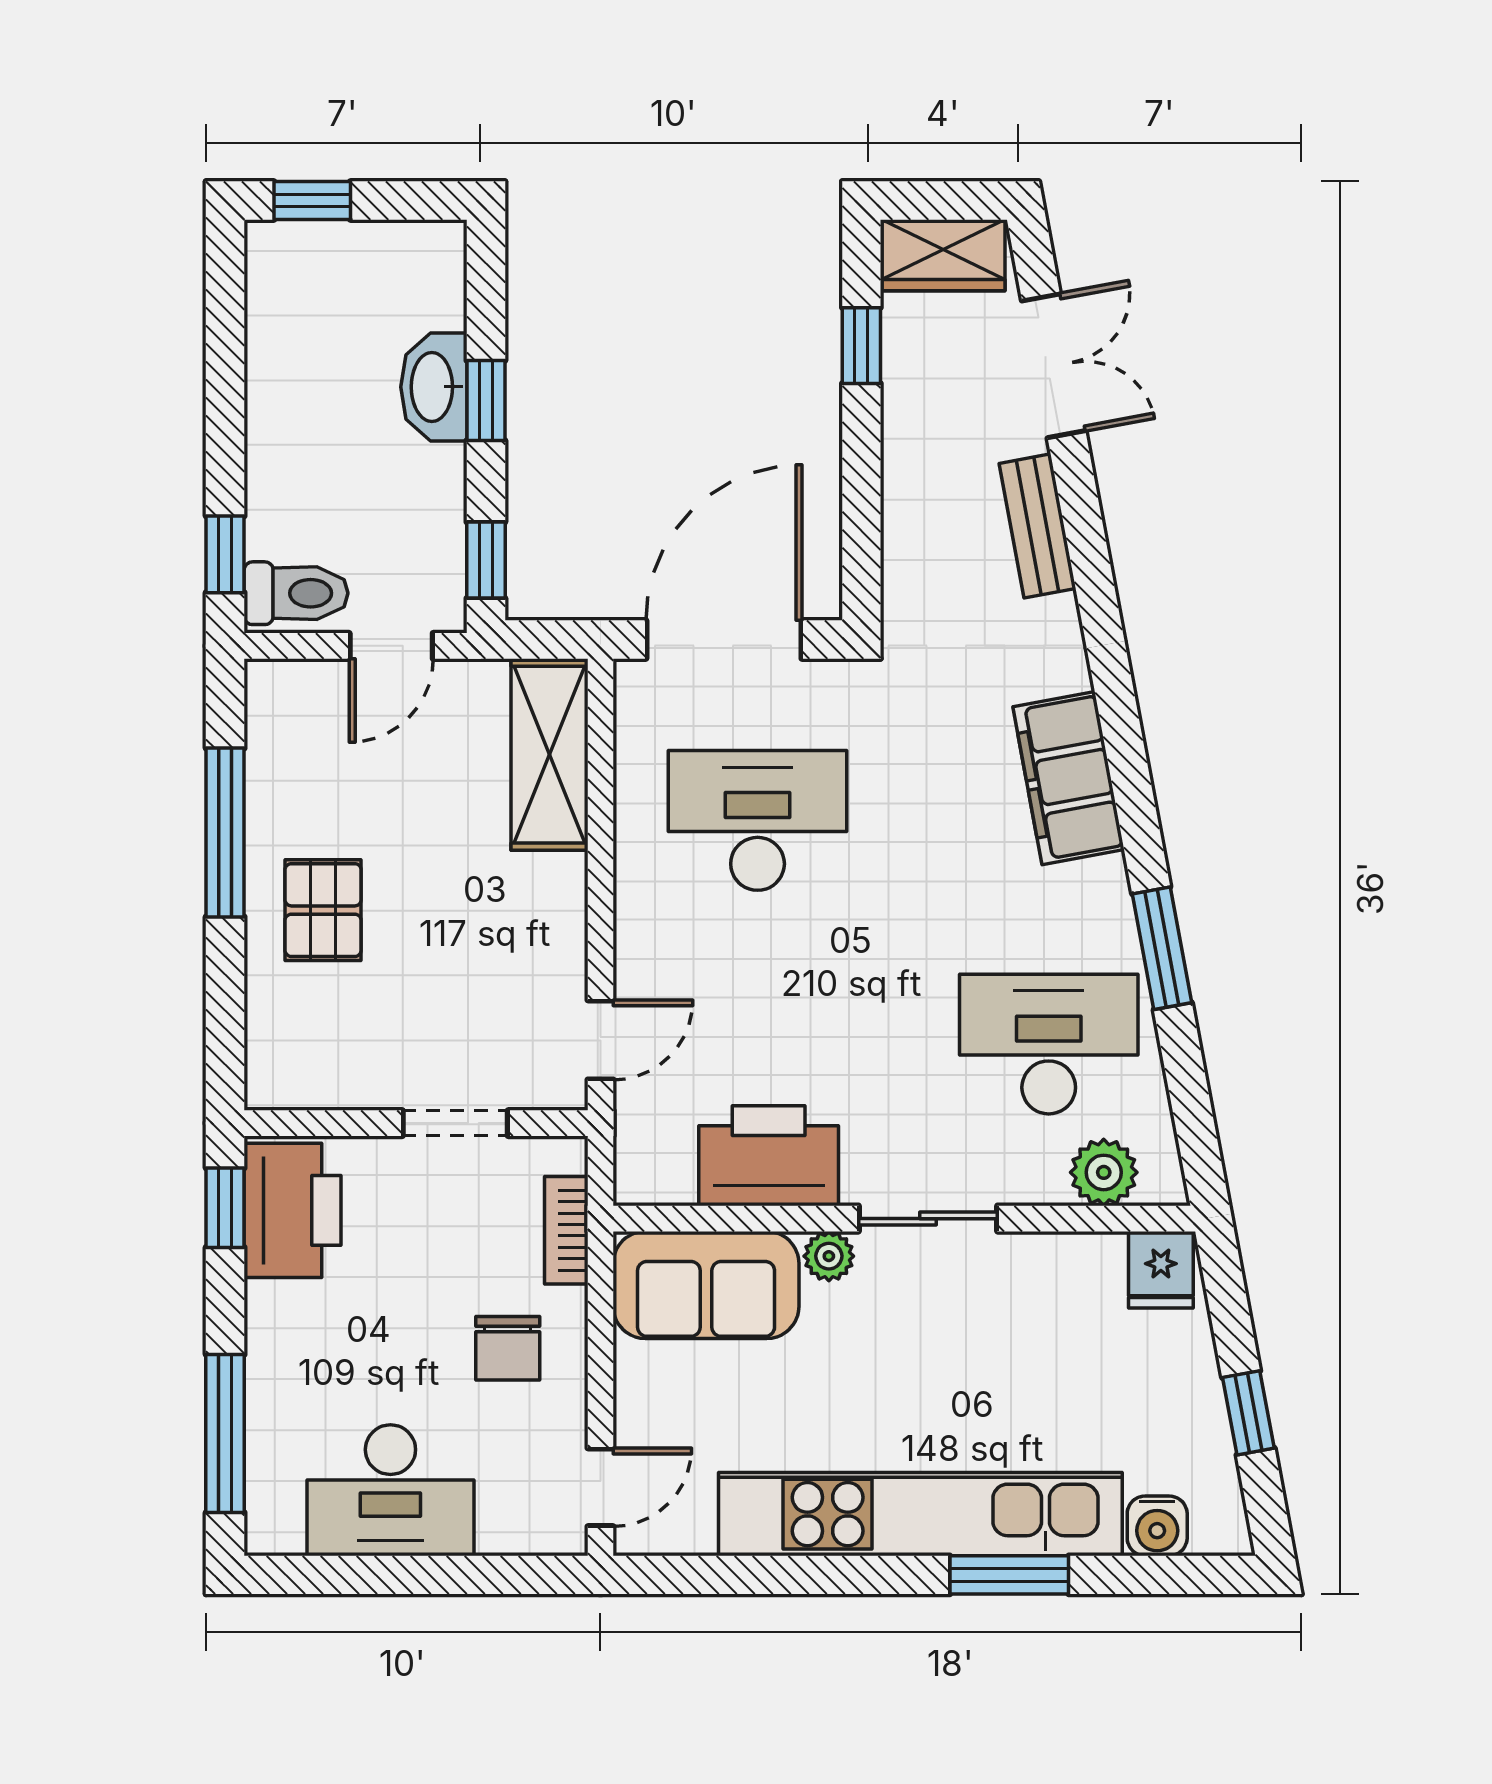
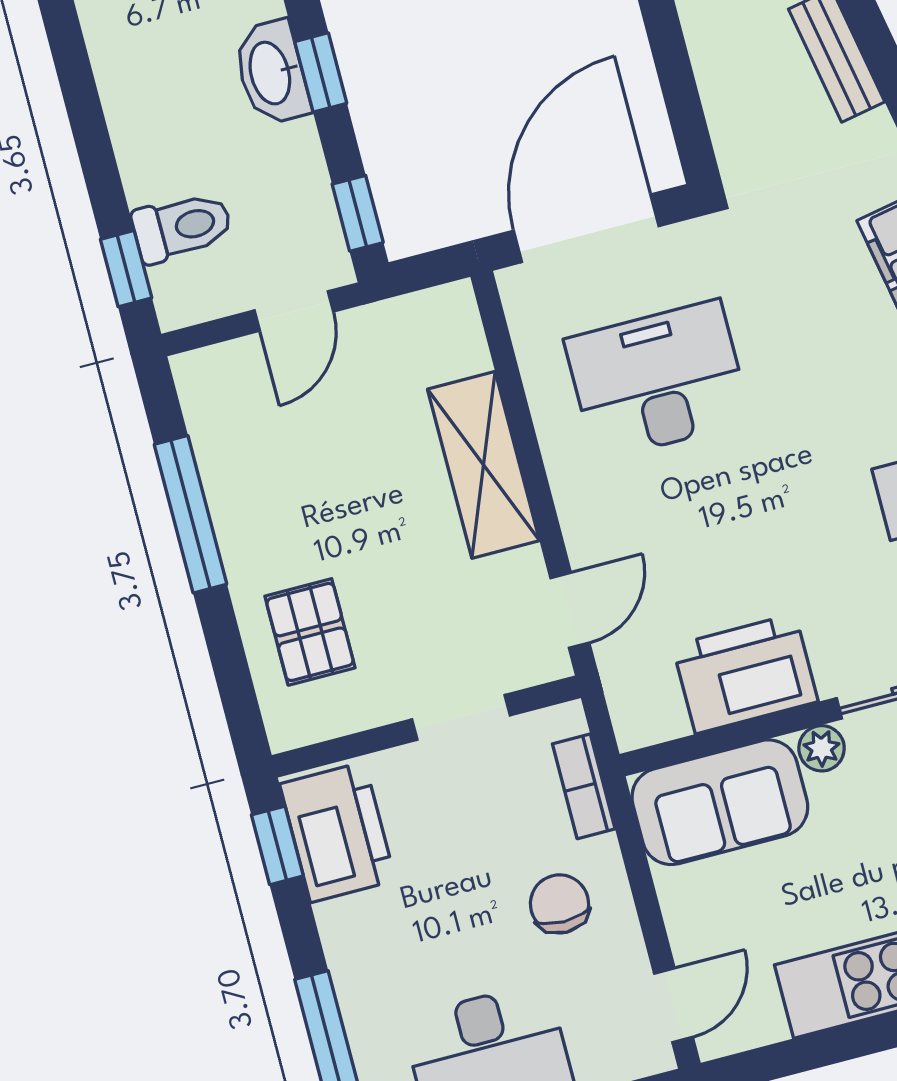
toilet: (296, 593) -> (182, 227), moved
shelving: (549, 755) -> (484, 465), moved
pallet: (323, 910) -> (310, 632), moved
chair: (508, 1348) -> (560, 904), turned 180

